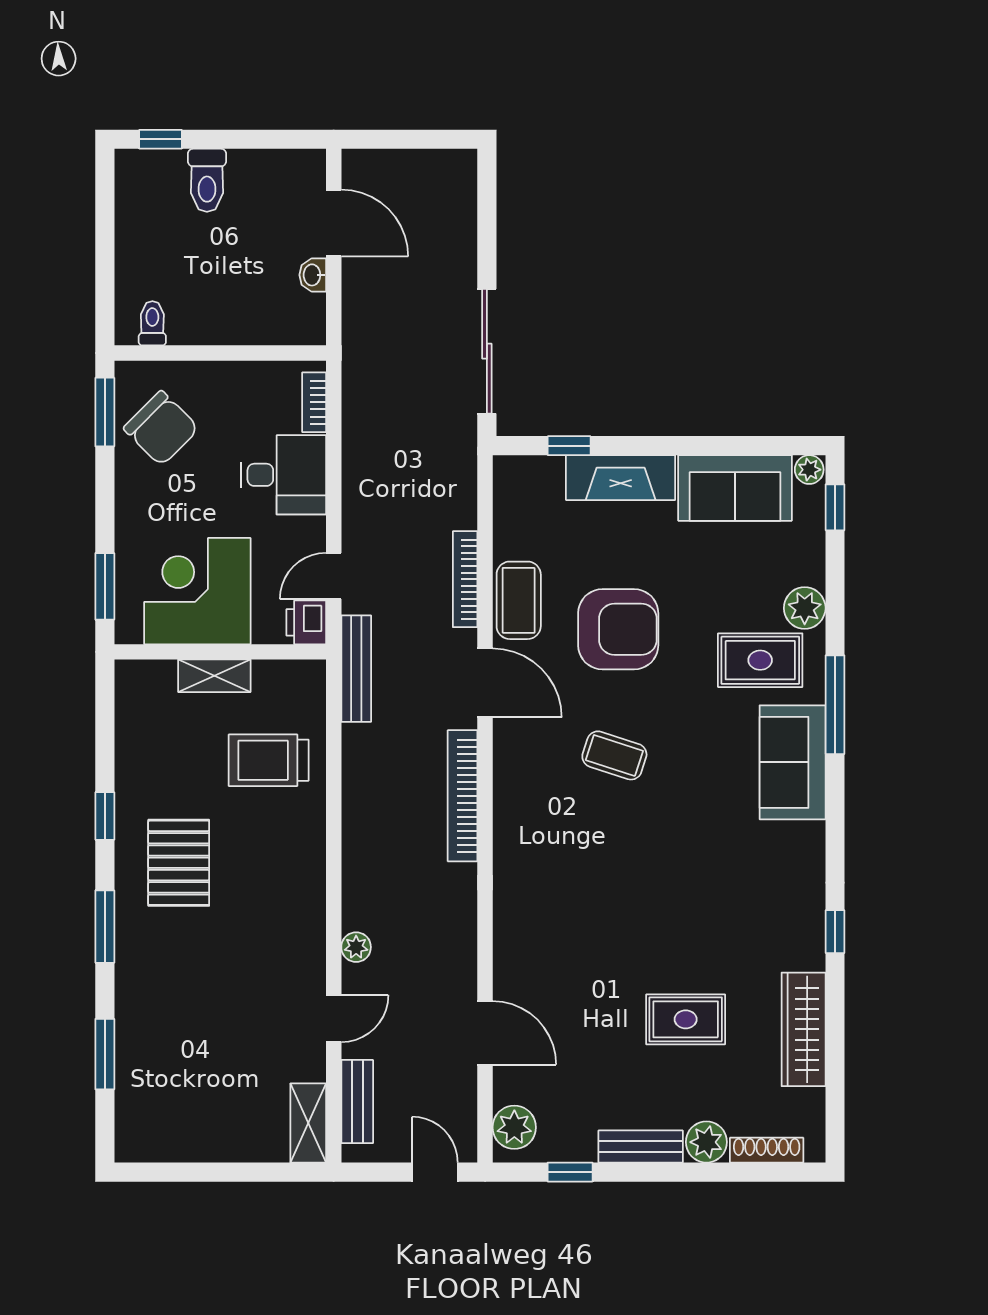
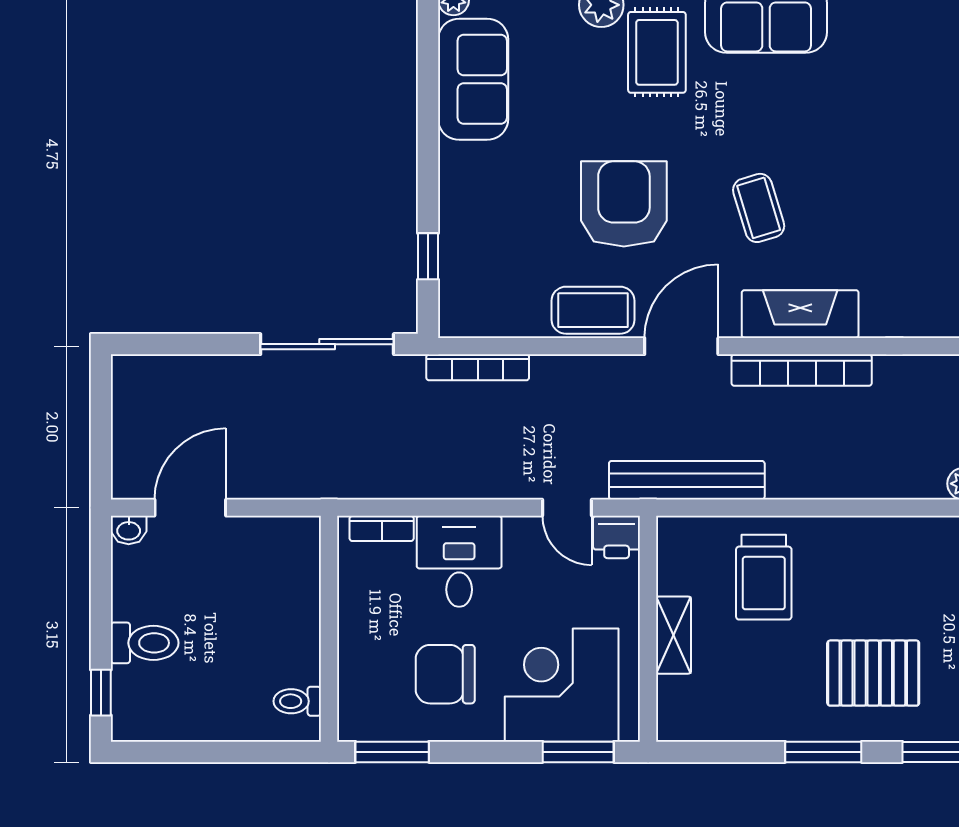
washbasin: (313, 275) -> (129, 530), moved
chair: (161, 428) -> (445, 674), moved, turned -135
fireplace: (621, 478) -> (800, 314), moved, turned -90
bookcase: (465, 579) -> (478, 367), moved
corner desk: (197, 591) -> (562, 685), moved, turned 90
bench: (356, 669) -> (687, 480), width x1.37, depth x1.21
coffee table: (614, 755) -> (759, 208), turned -35
window: (105, 816) -> (823, 752), width x1.50

